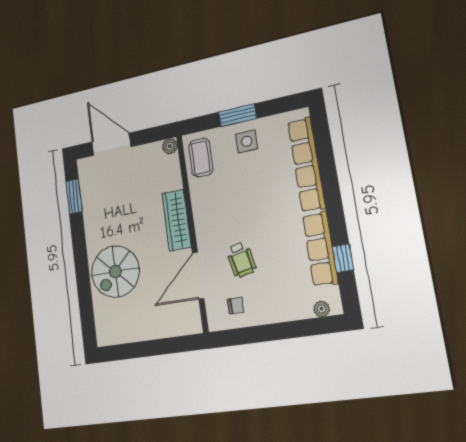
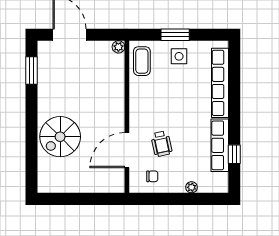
wardrobe: (177, 220) -> (116, 105), removed
plant: (321, 309) -> (192, 187), moved

